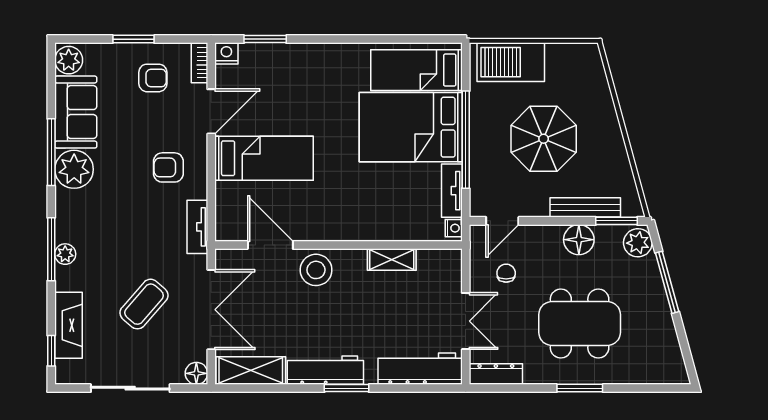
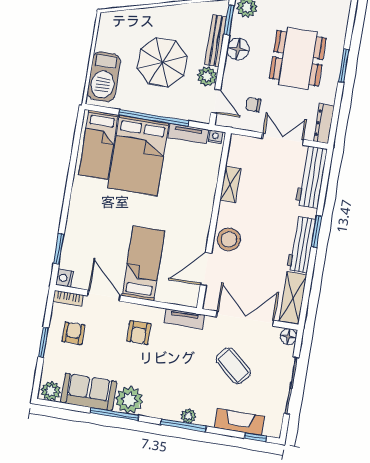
plant: (534, 203) -> (207, 76), added

